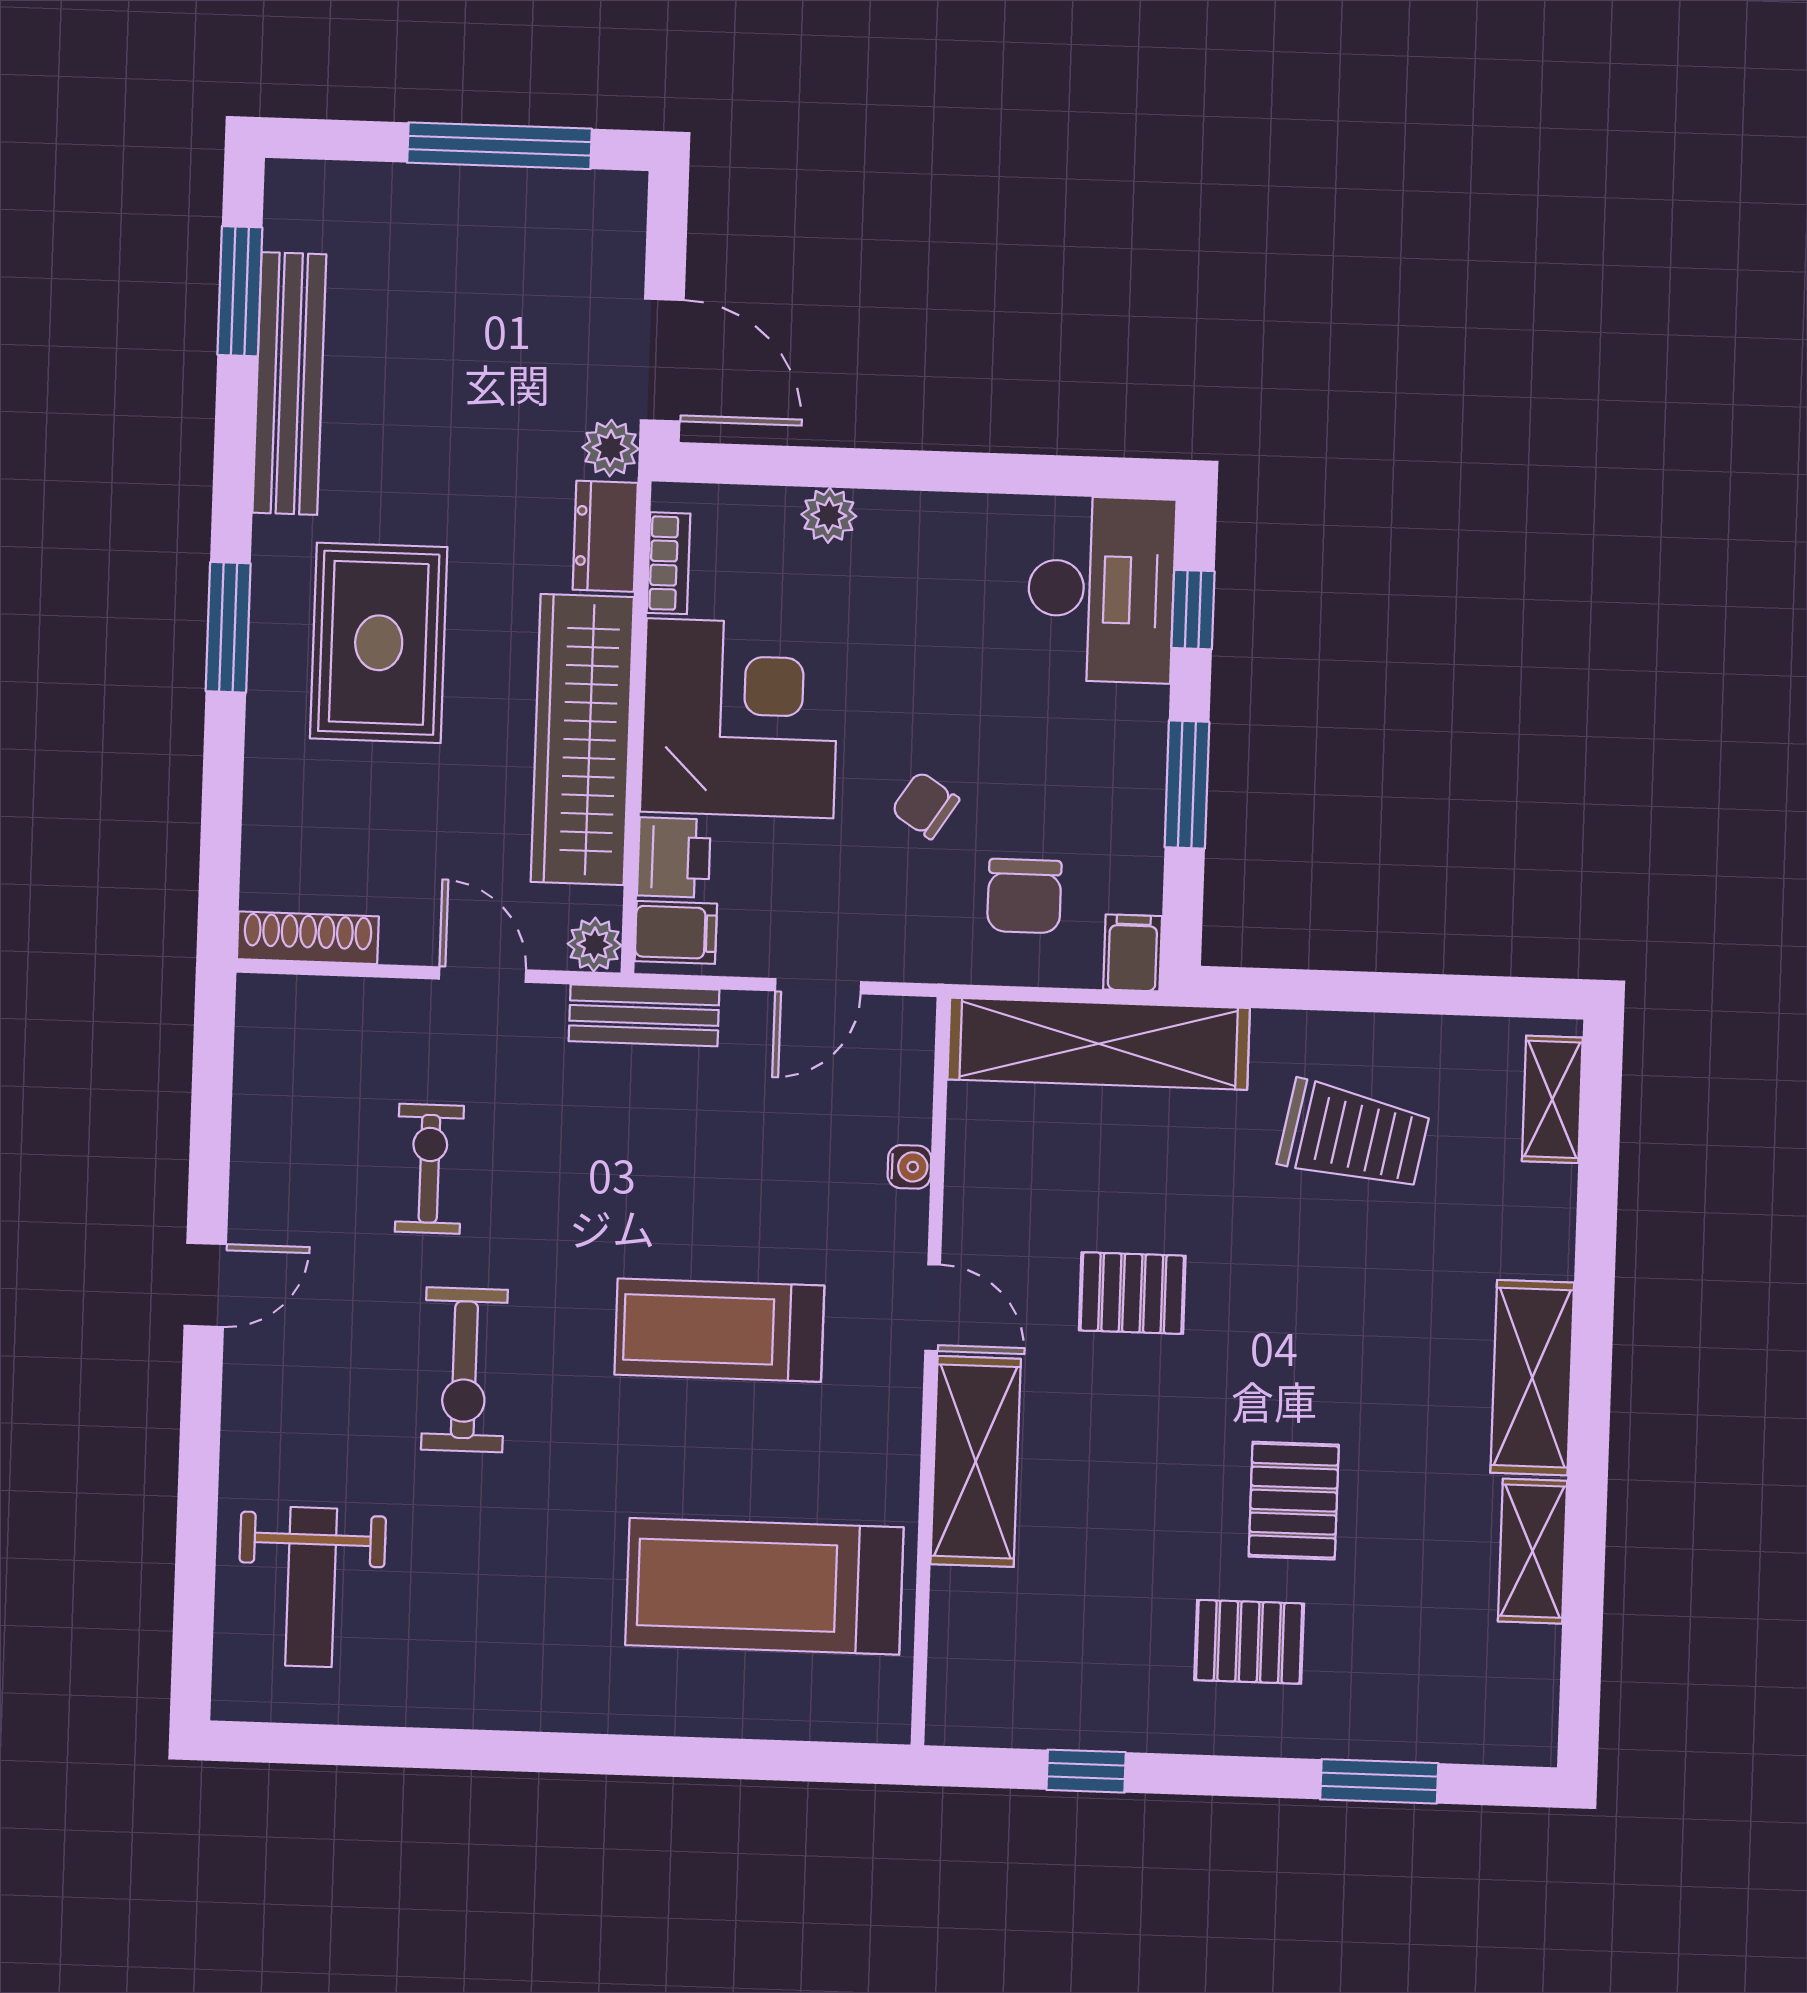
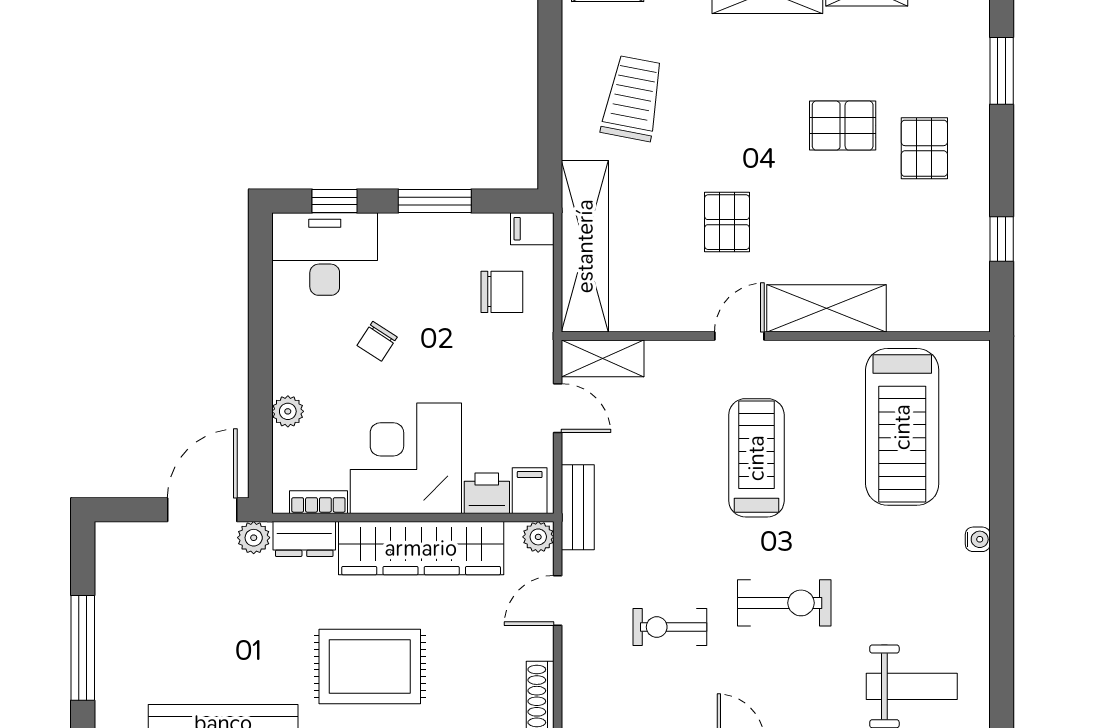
window: (499, 146) -> (83, 648), moved
chair: (925, 805) -> (377, 341), moved
shelving: (902, 1068) -> (603, 358), added
water cooler: (909, 1167) -> (978, 539), moved, turned 90
treadmill: (719, 1330) -> (756, 458), turned 180

